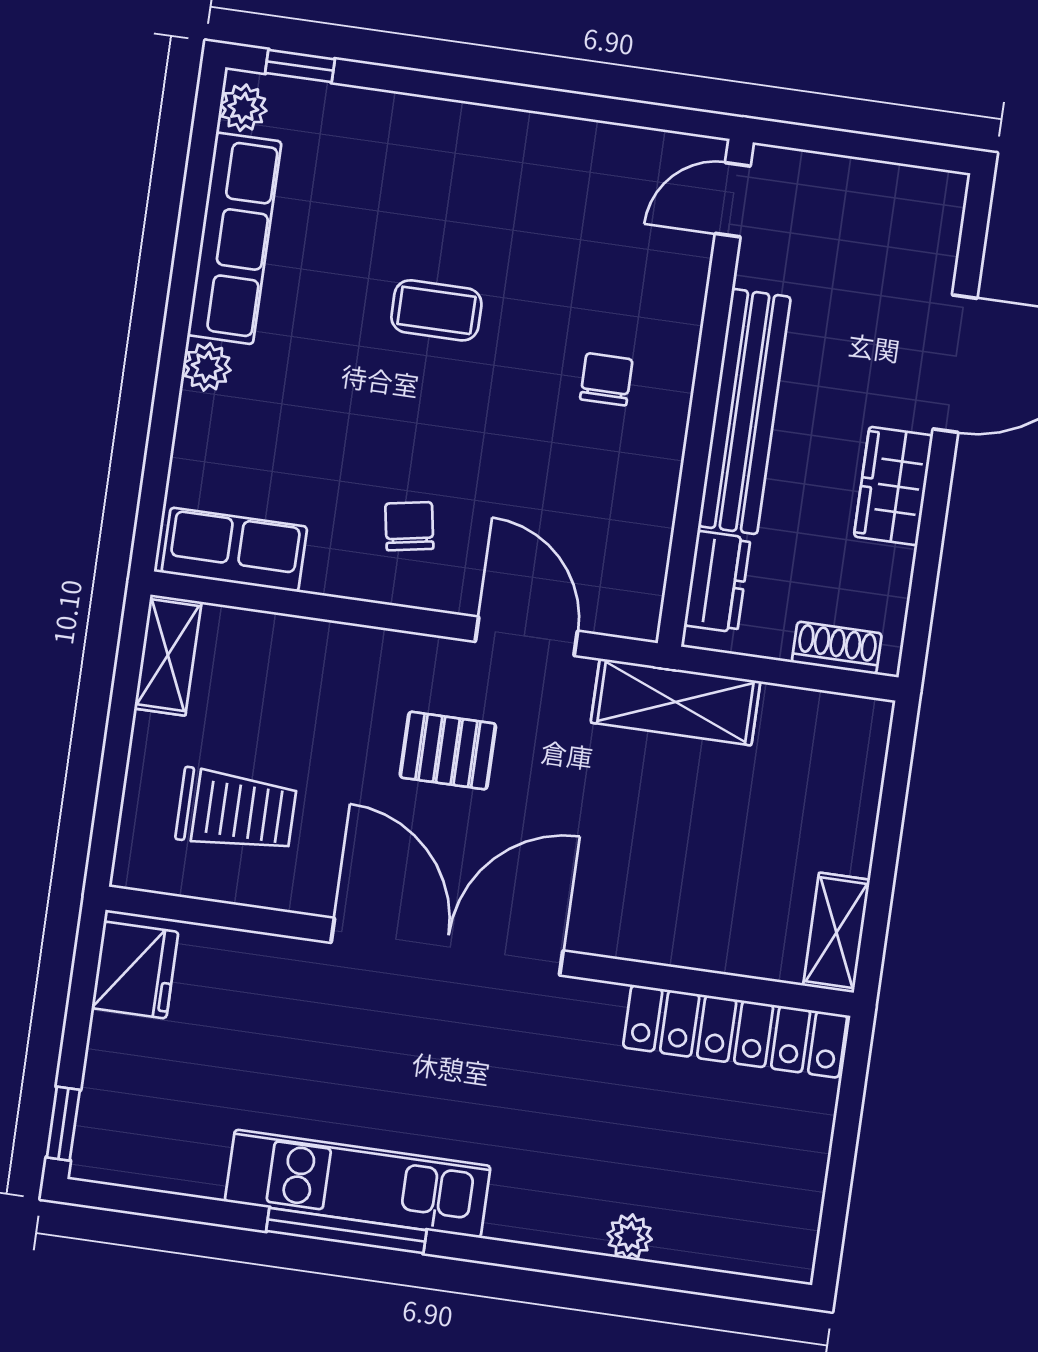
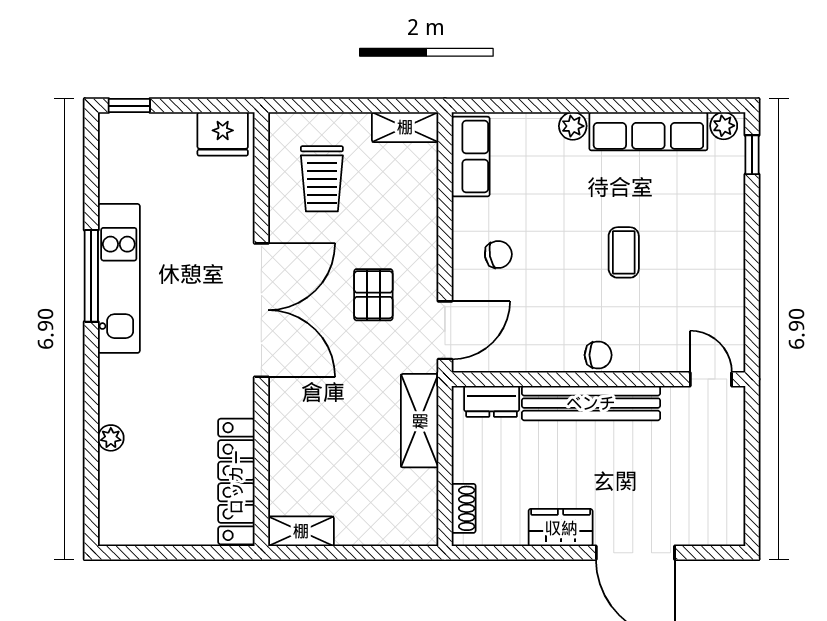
door: (733, 200) -> (711, 379), moved
wall: (705, 393) -> (599, 379), moved
bench: (744, 411) -> (591, 403), moved
dresser: (717, 582) -> (492, 401), moved

